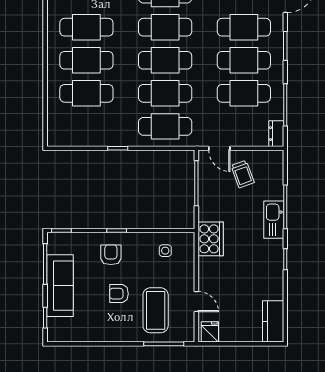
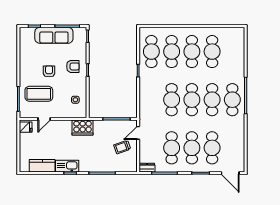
cafe table: (165, 126) -> (151, 52), moved
kitchen sink: (274, 220) -> (67, 166), moved
kitchen counter: (273, 321) -> (42, 166), moved

